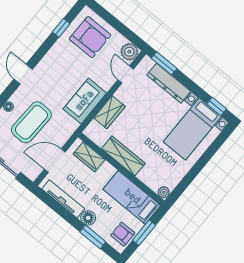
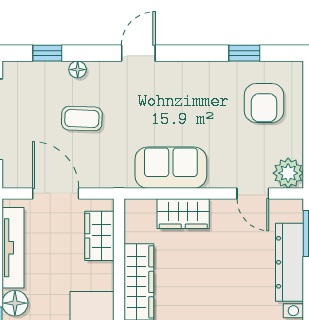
armchair: (90, 37) -> (264, 103), width x0.73, depth x0.73
door: (126, 74) -> (253, 193), swing flipped
coffee table: (31, 122) -> (82, 119), width x0.54, depth x0.58

